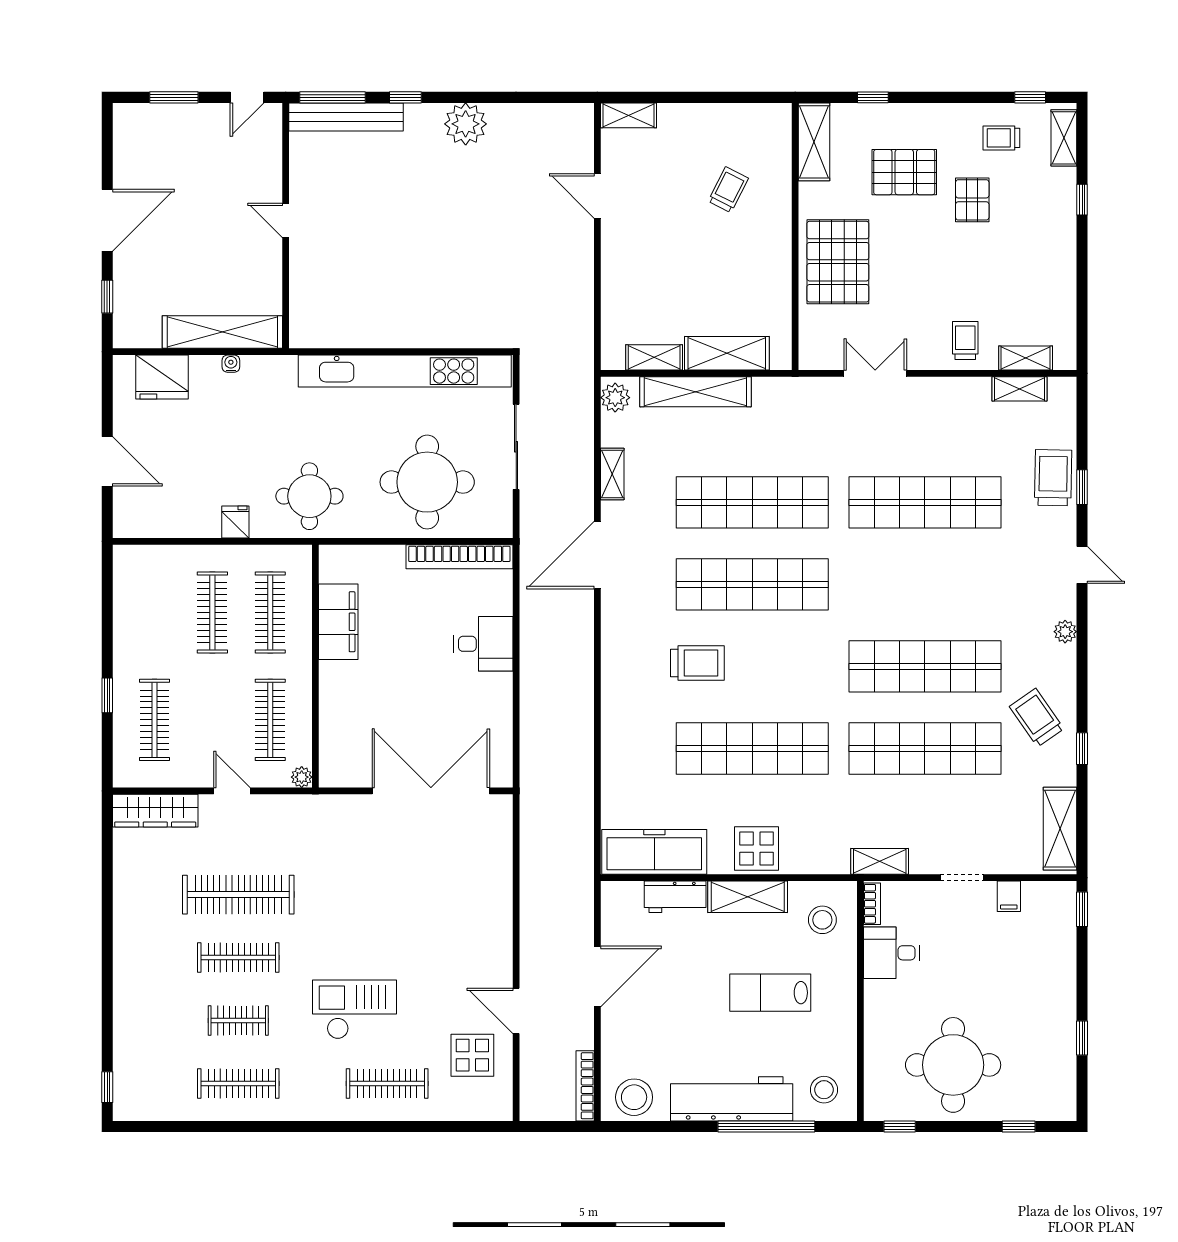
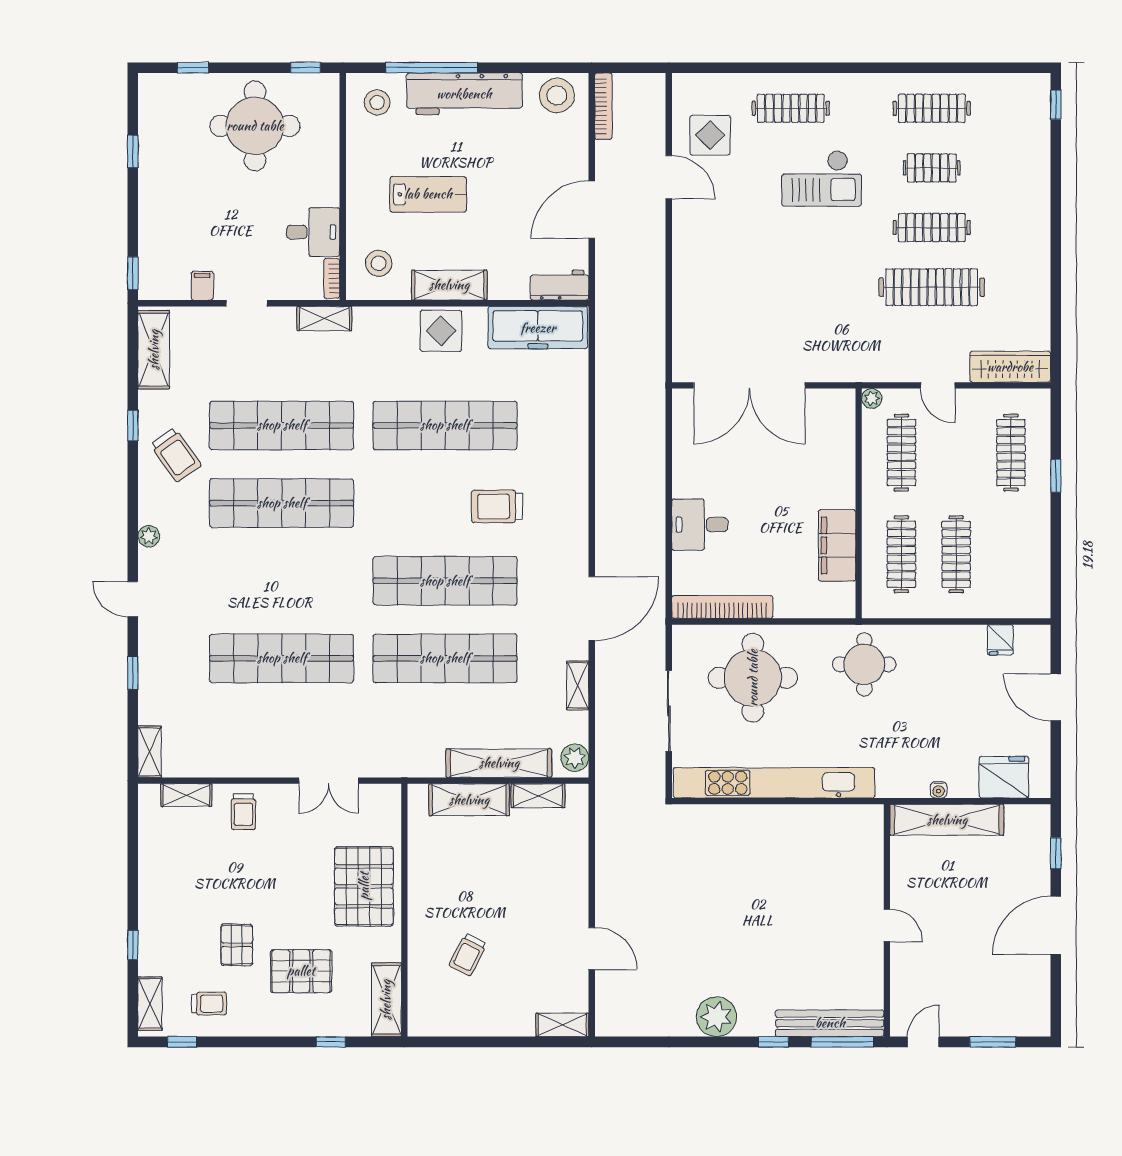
shelving: (1019, 389) -> (150, 752), moved, turned 90
trolley: (1053, 478) -> (160, 682), removed
fridge: (235, 522) -> (1000, 640), moved
workbench: (675, 897) -> (559, 285), moved

